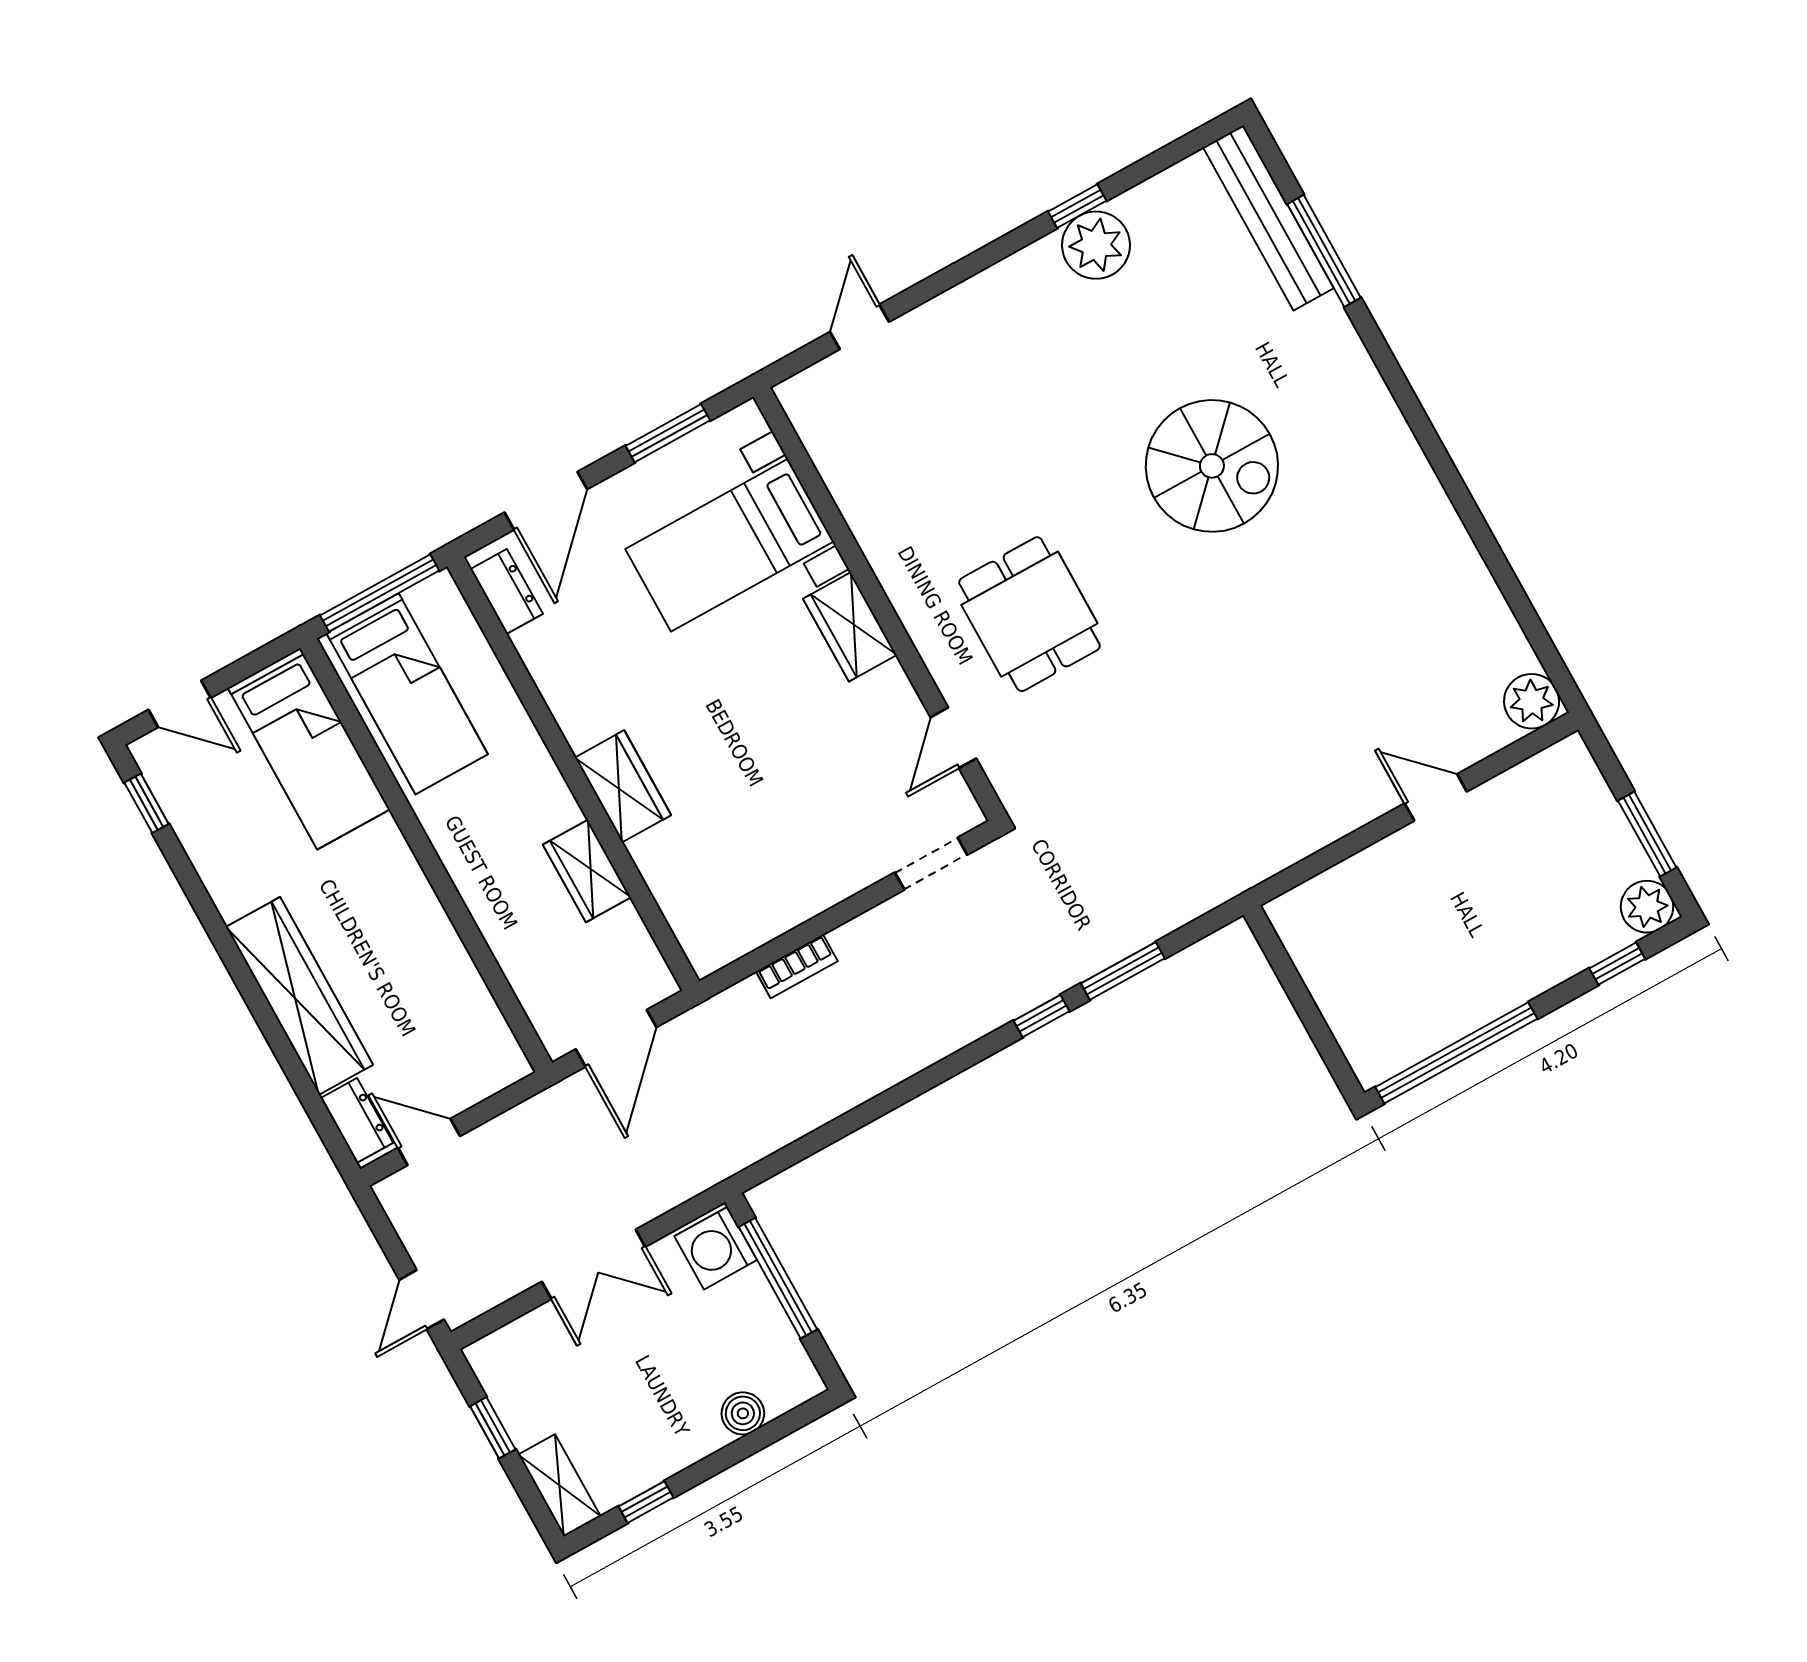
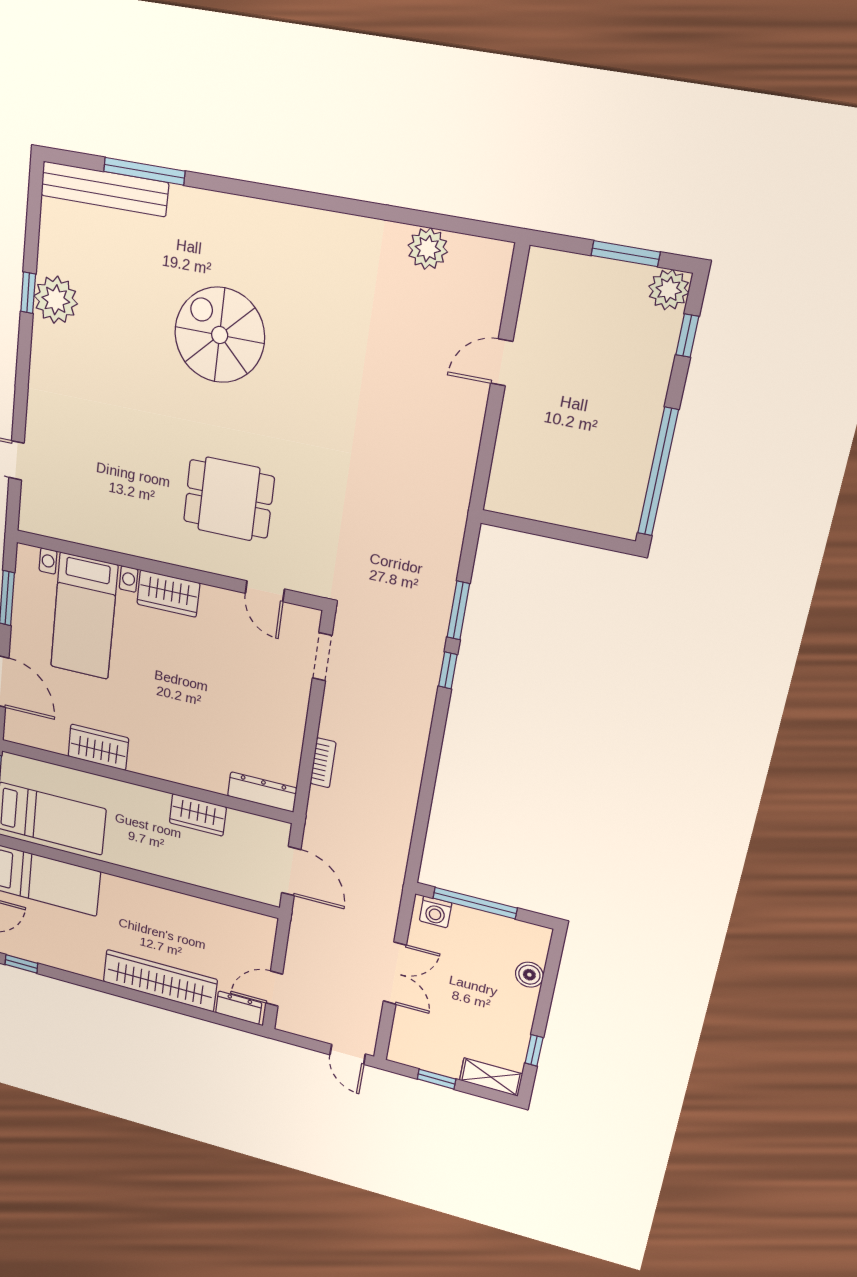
spiral stairs: (1212, 466) -> (220, 335), turned -90
dresser: (507, 592) -> (262, 792), moved, width x1.44
plant: (1532, 701) -> (428, 249), moved
wardrobe: (623, 786) -> (98, 747), moved
washing machine: (716, 1248) -> (435, 912), width x0.73, depth x0.73

